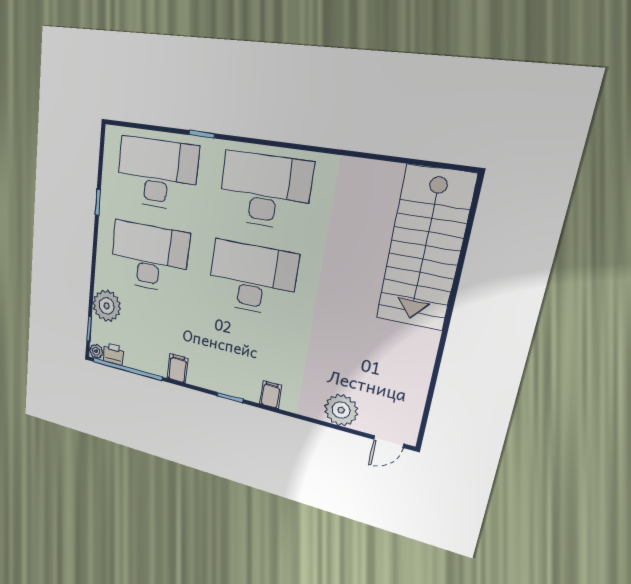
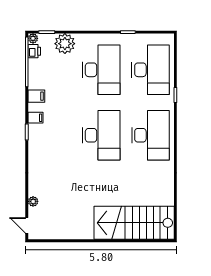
filing cabinet: (270, 395) -> (35, 118), moved
plant: (341, 410) -> (33, 201), width x0.53, depth x0.53

